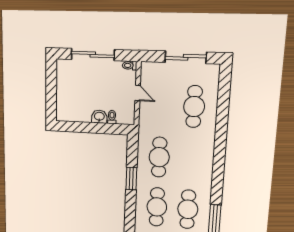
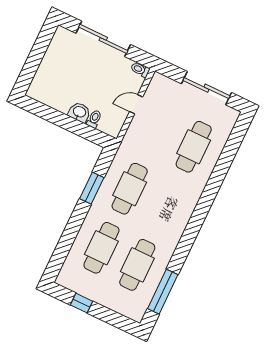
door: (138, 93) -> (136, 104), swing flipped
window: (131, 179) -> (92, 188), moved

